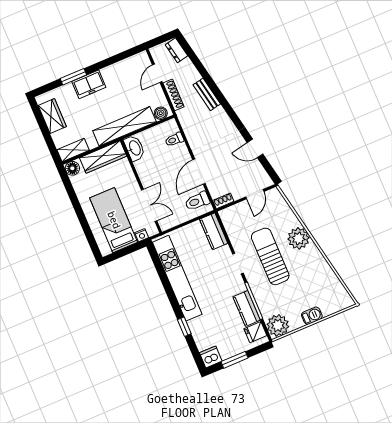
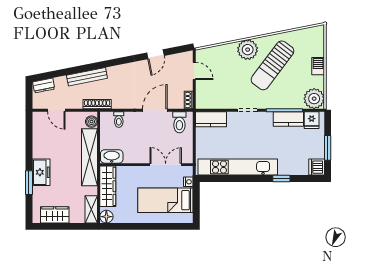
bench: (207, 94) -> (87, 77), width x1.36
shoe rack: (174, 95) -> (97, 104), moved
door: (199, 172) -> (155, 110), swing flipped
sun lounger: (270, 256) -> (272, 65), moved, turned -53

